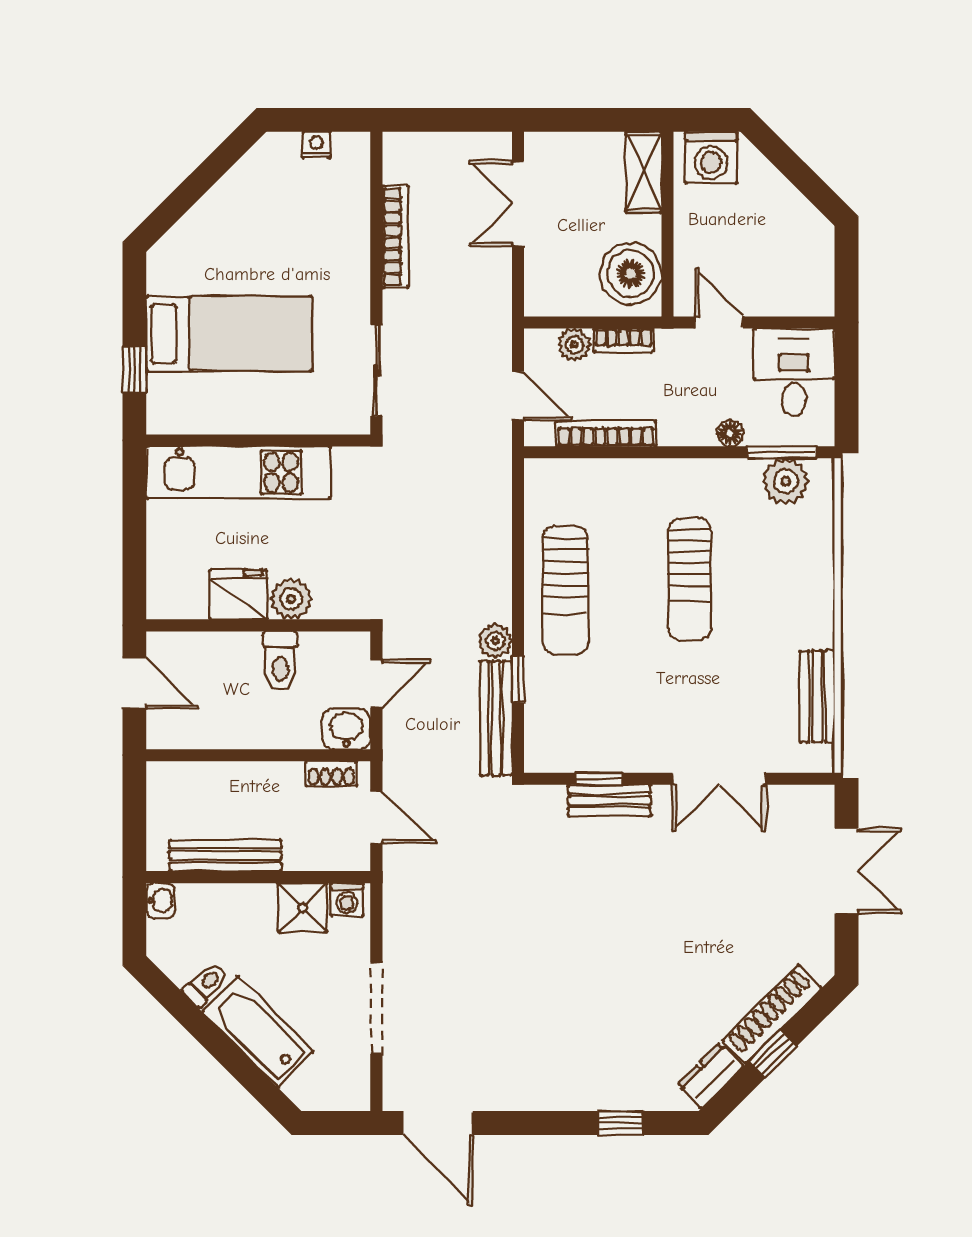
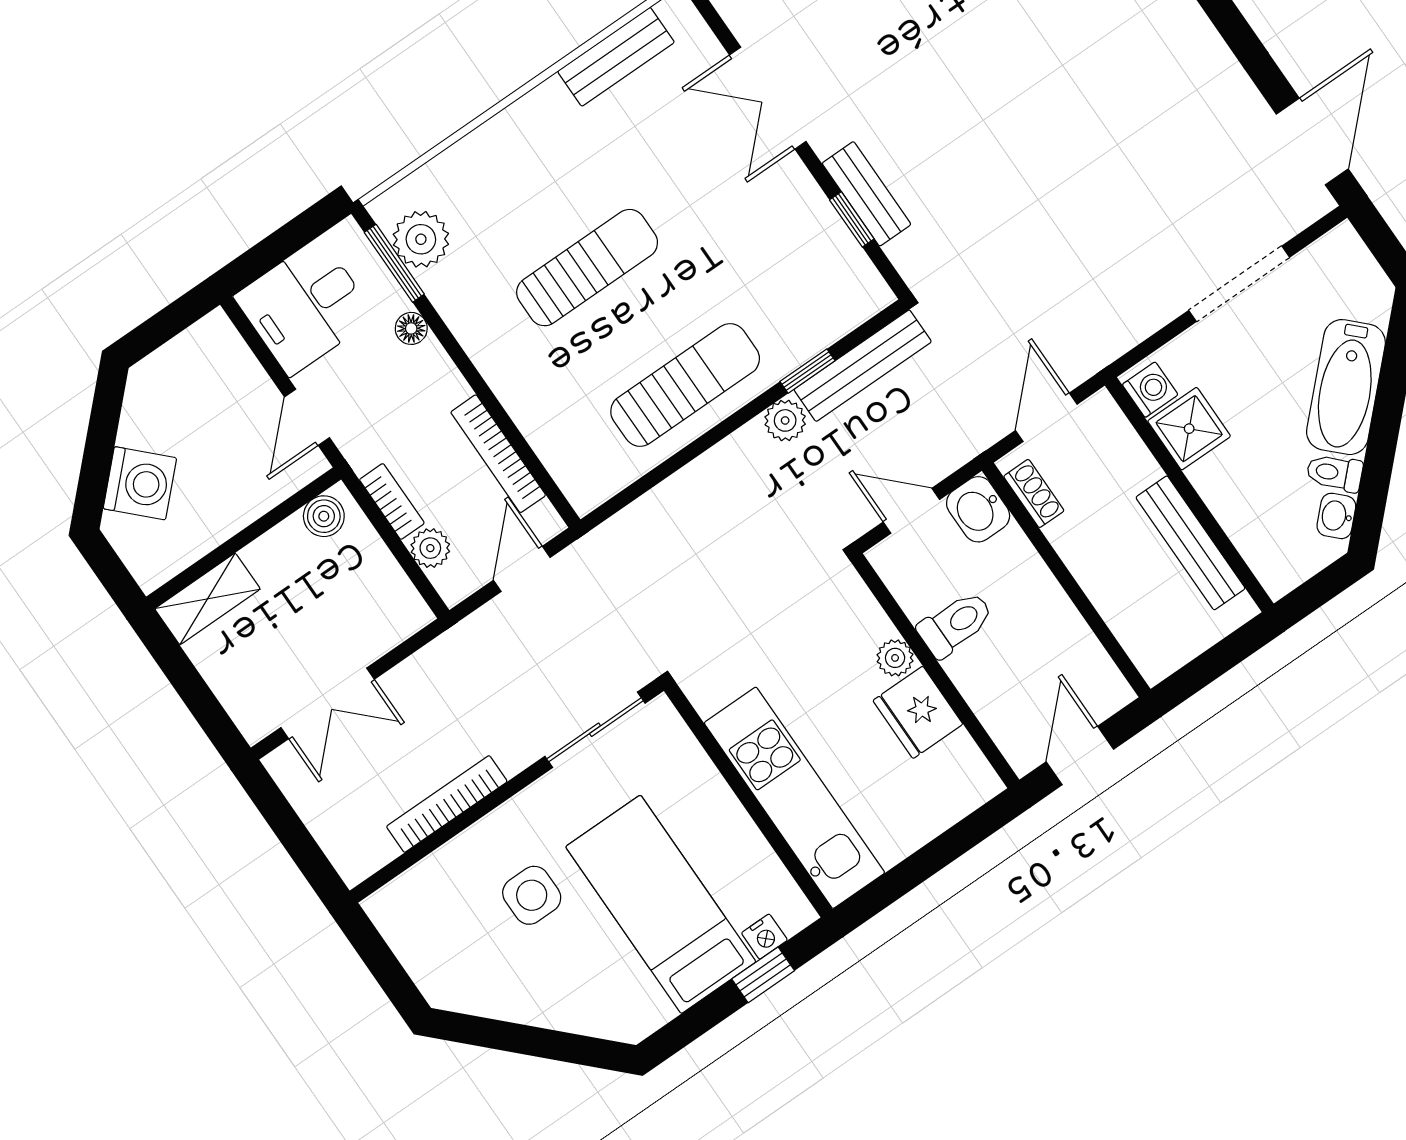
nightstand: (316, 145) -> (764, 937), moved, turned -90
washing machine: (711, 157) -> (140, 483), moved, turned 45
side table: (295, 251) -> (532, 895), added
boiler: (631, 274) -> (324, 516), width x0.54, depth x0.54
plant: (291, 599) -> (895, 658), width x0.73, depth x0.73
double door: (719, 779) -> (768, 98), swing flipped
washbasin: (160, 901) -> (1336, 516), moved, turned -45

